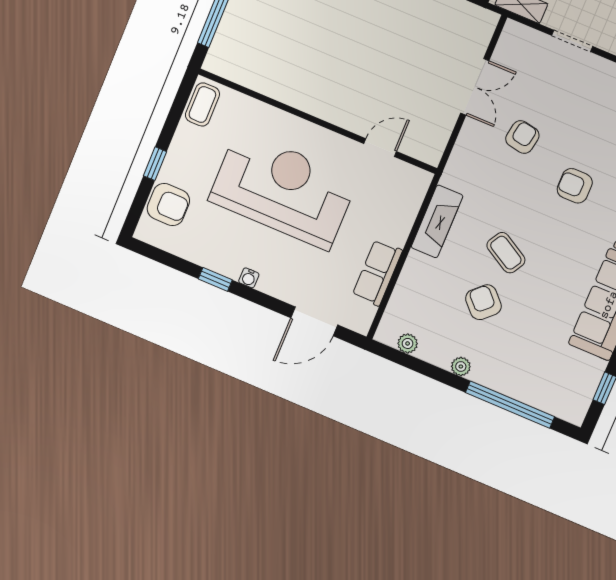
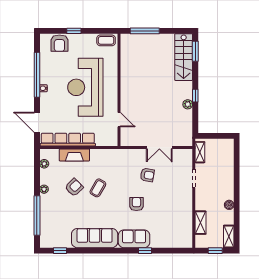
reception desk: (283, 190) -> (85, 87), turned 180
fireplace: (437, 221) -> (74, 155), moved
row of seats: (377, 273) -> (68, 140), width x2.02
window: (215, 279) -> (37, 75), width x3.17

